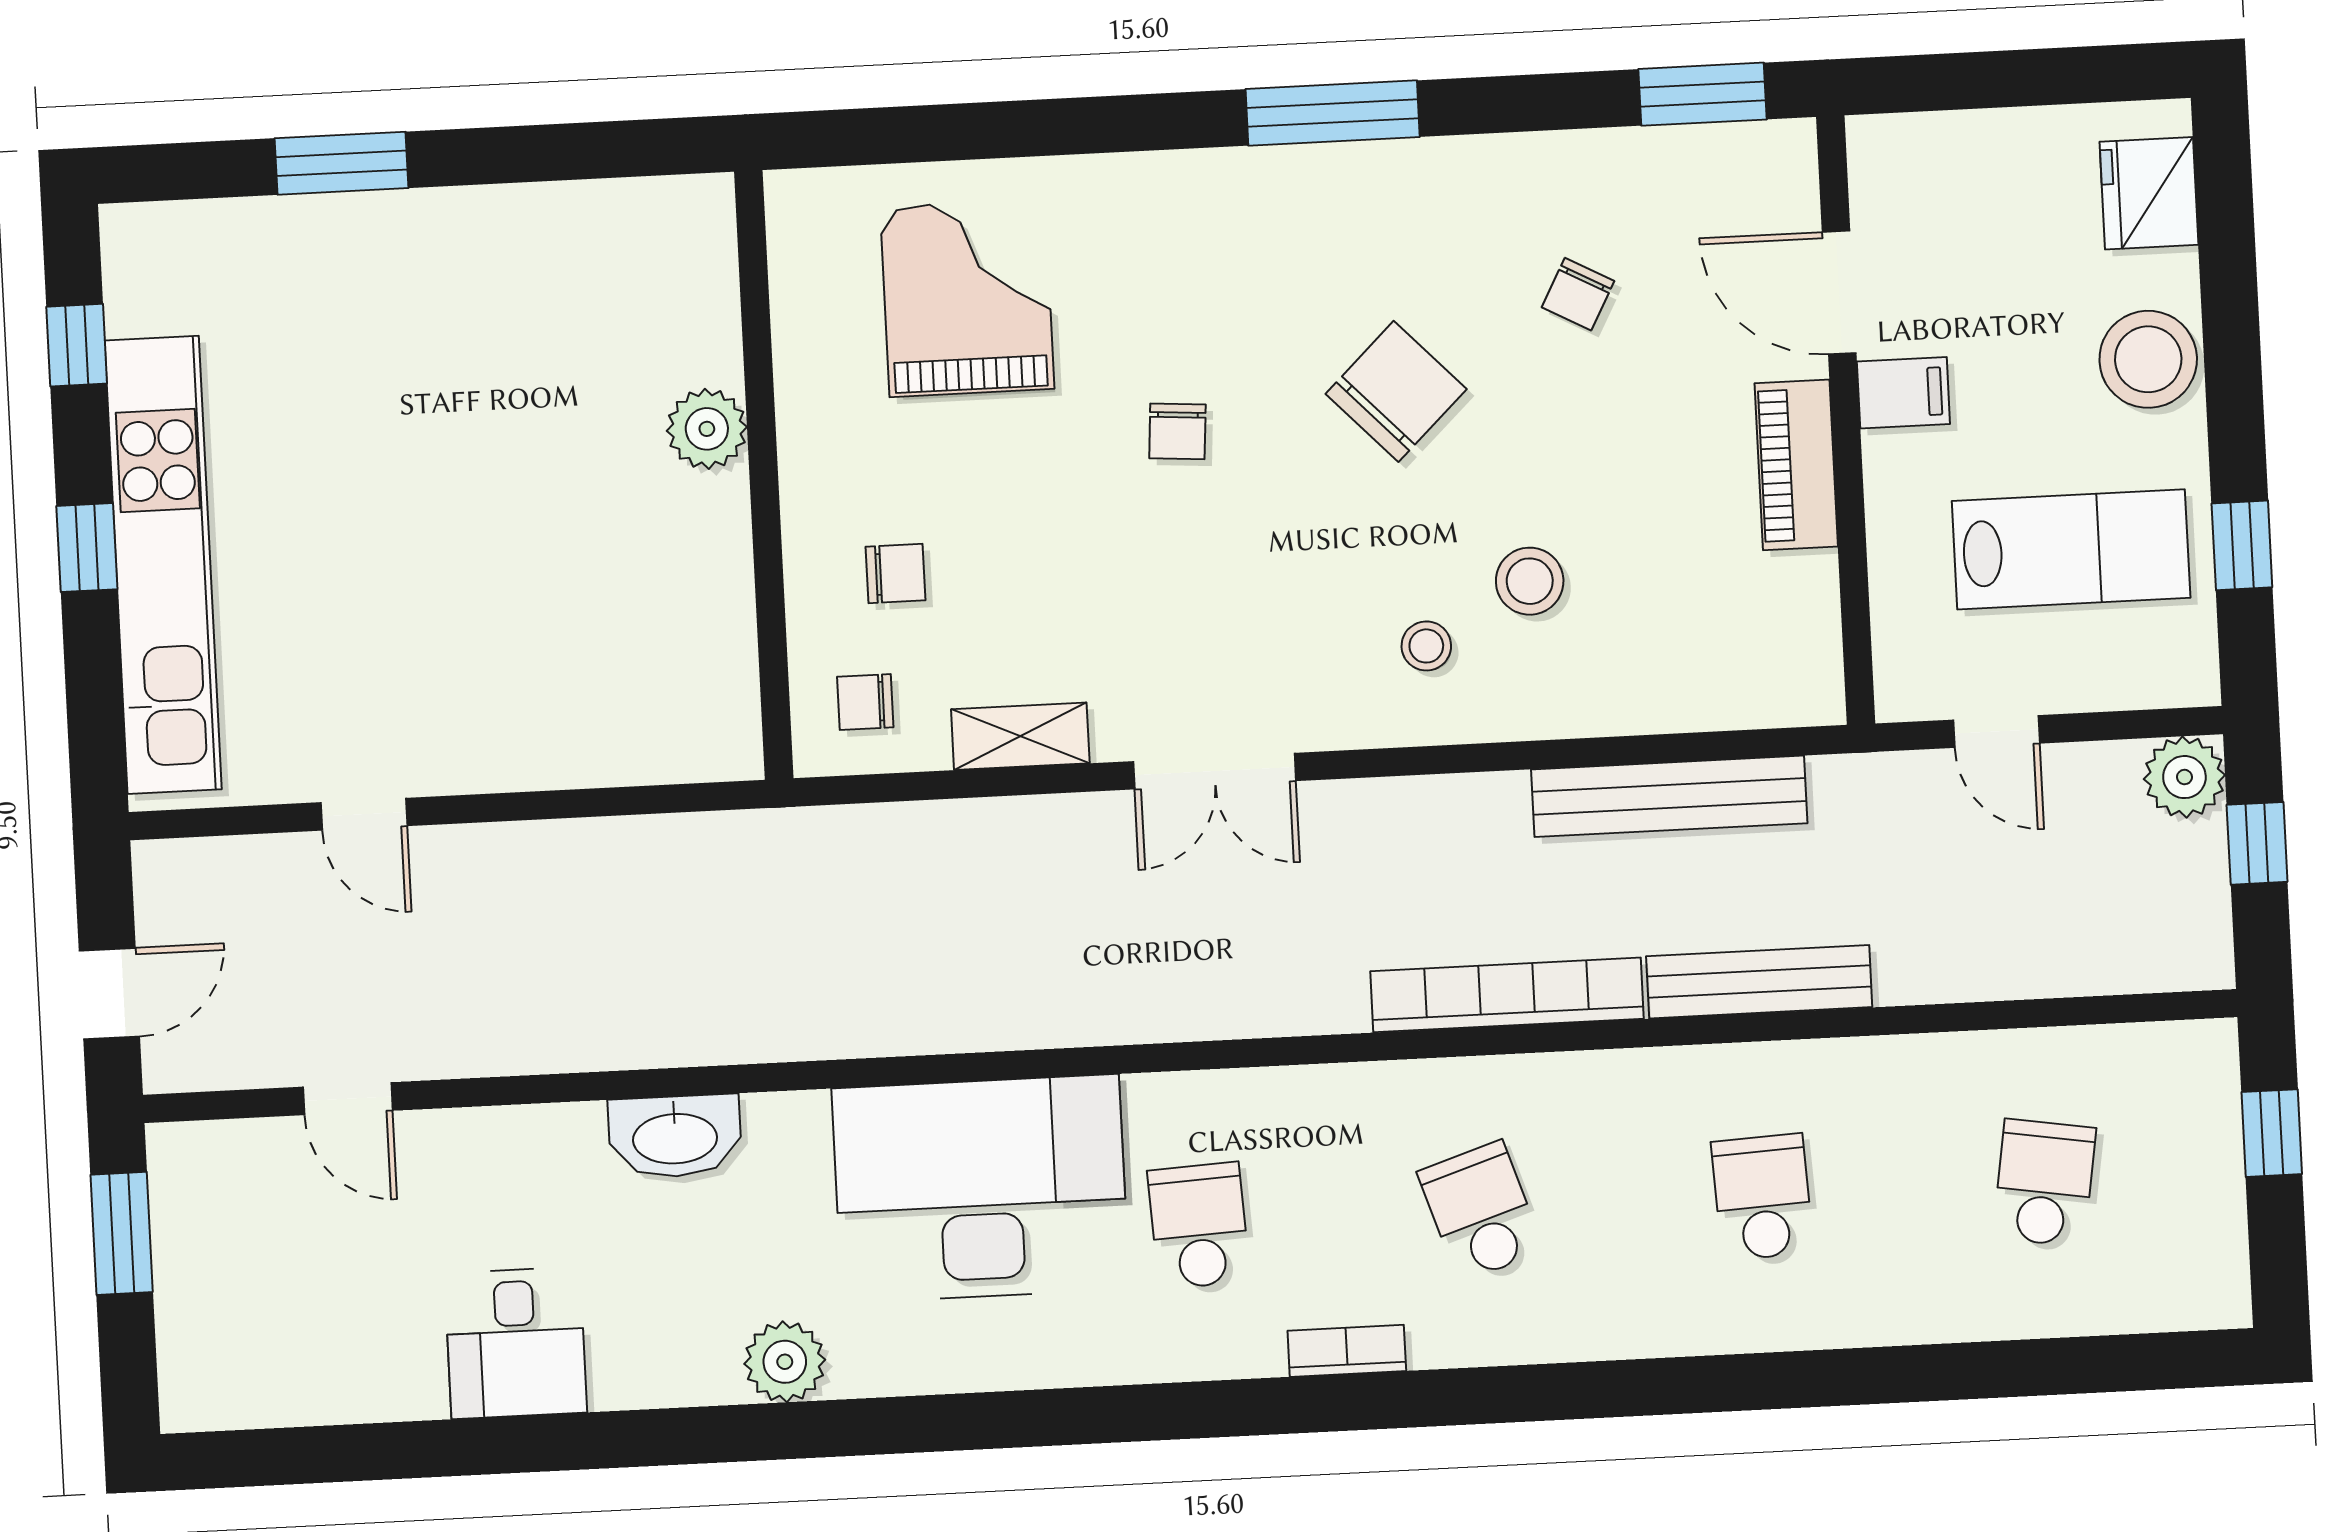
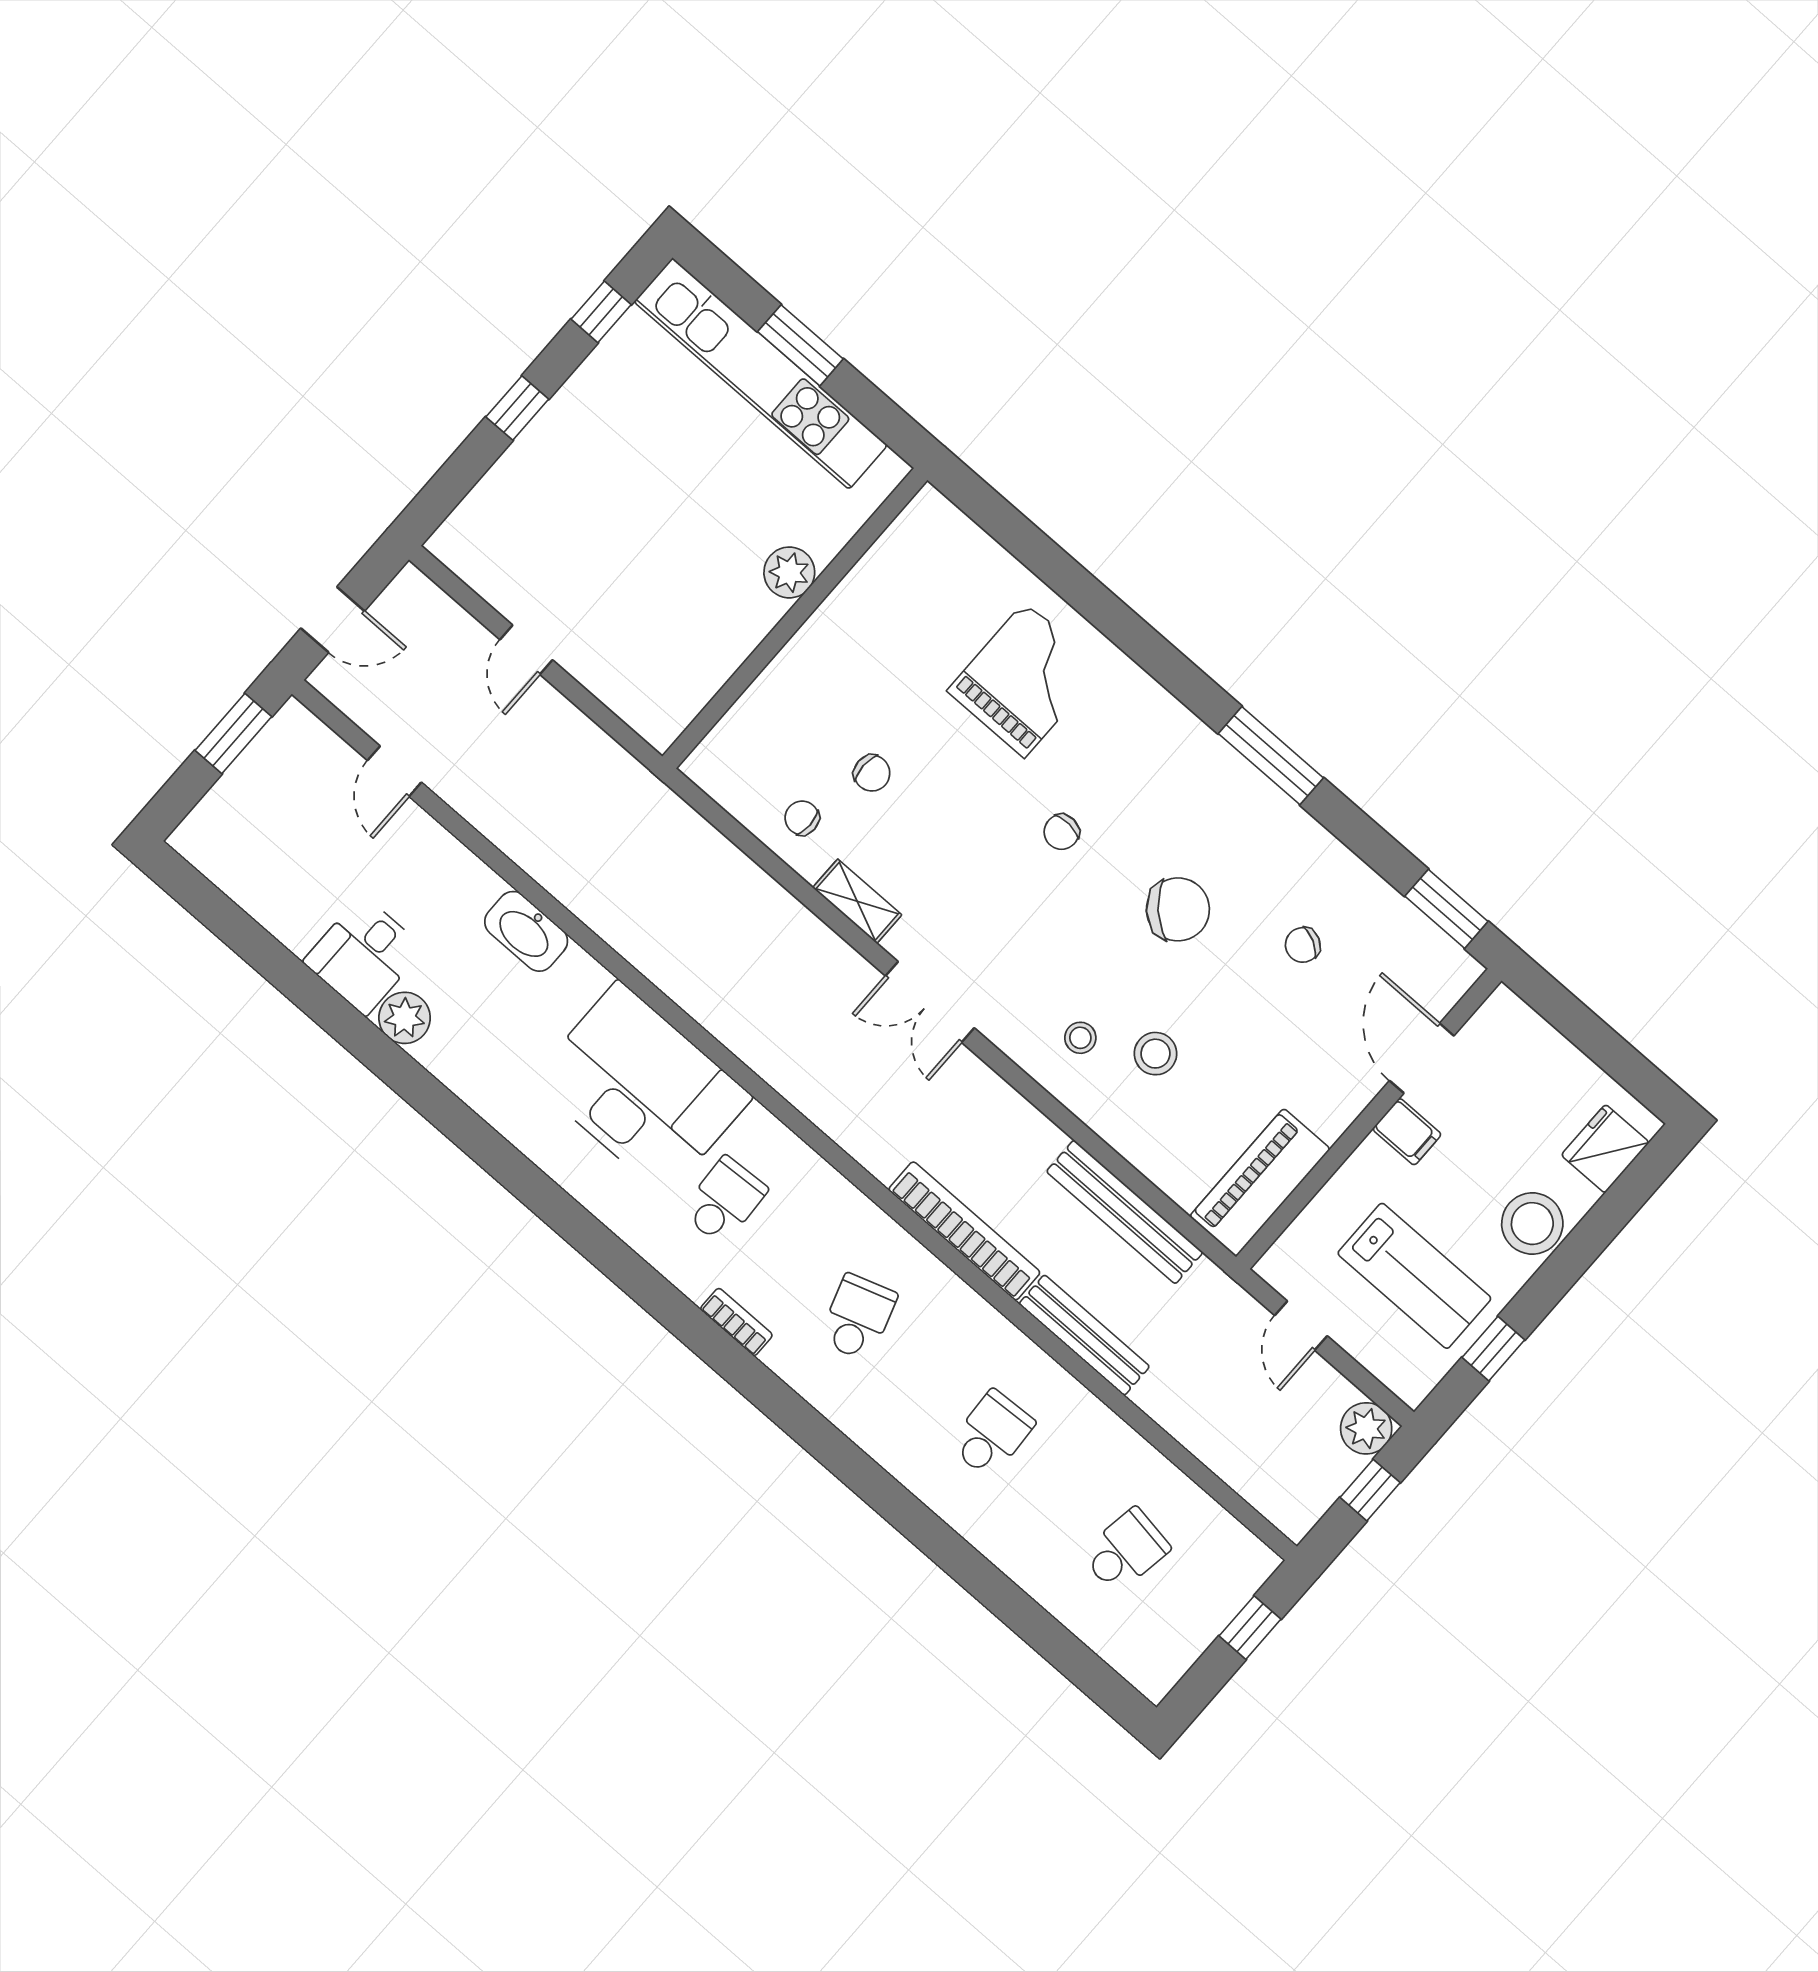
plant: (707, 429) -> (789, 572), moved
piano: (1796, 465) -> (1260, 1183), moved, width x1.37, depth x1.33
wall: (764, 475) -> (795, 618), moved
kitchen unit: (163, 565) -> (761, 373), moved, turned 90
plant: (785, 1362) -> (405, 1018), moved

